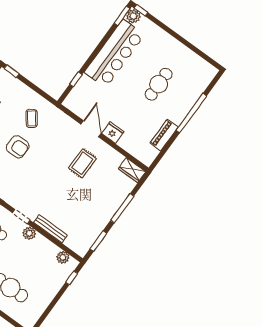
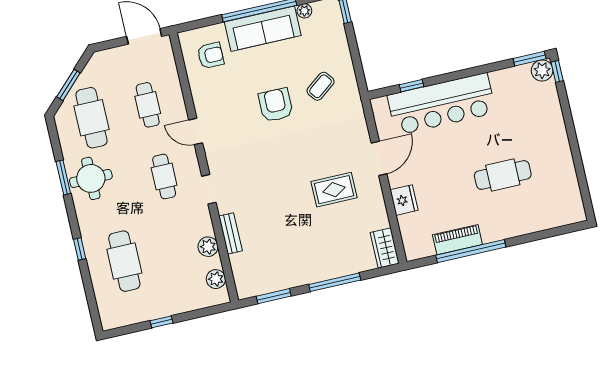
bar counter: (114, 54) -> (441, 104), moved
window: (191, 113) -> (471, 251), moved
fridge: (113, 132) -> (404, 200), moved
armchair: (18, 147) -> (276, 105), turned 180
bench: (50, 229) -> (231, 233), width x0.73
plant: (29, 233) -> (208, 247), moved
window: (72, 278) -> (161, 322), moved

